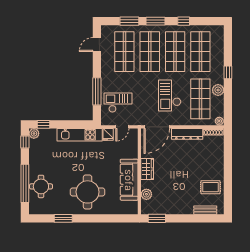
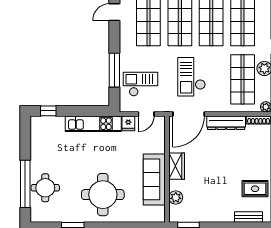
checkout: (170, 95) -> (192, 77), moved
plant: (34, 133) -> (37, 122), removed
window: (25, 142) -> (25, 133), removed

